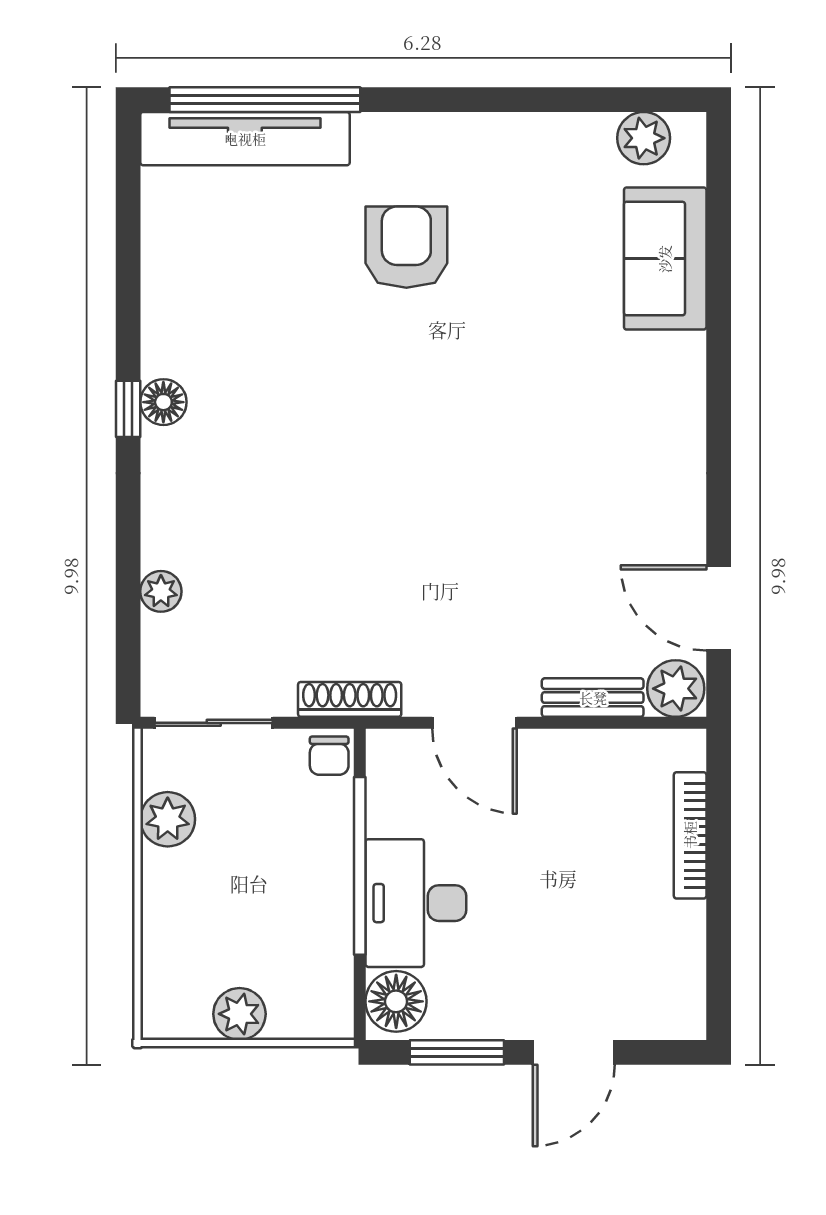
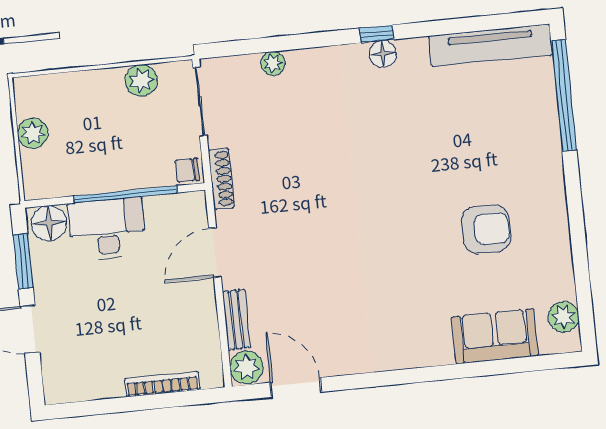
tv unit: (245, 139) -> (491, 45), moved, turned -90
armchair: (406, 247) -> (486, 229), moved
door: (719, 608) -> (296, 387), hinge flipped

